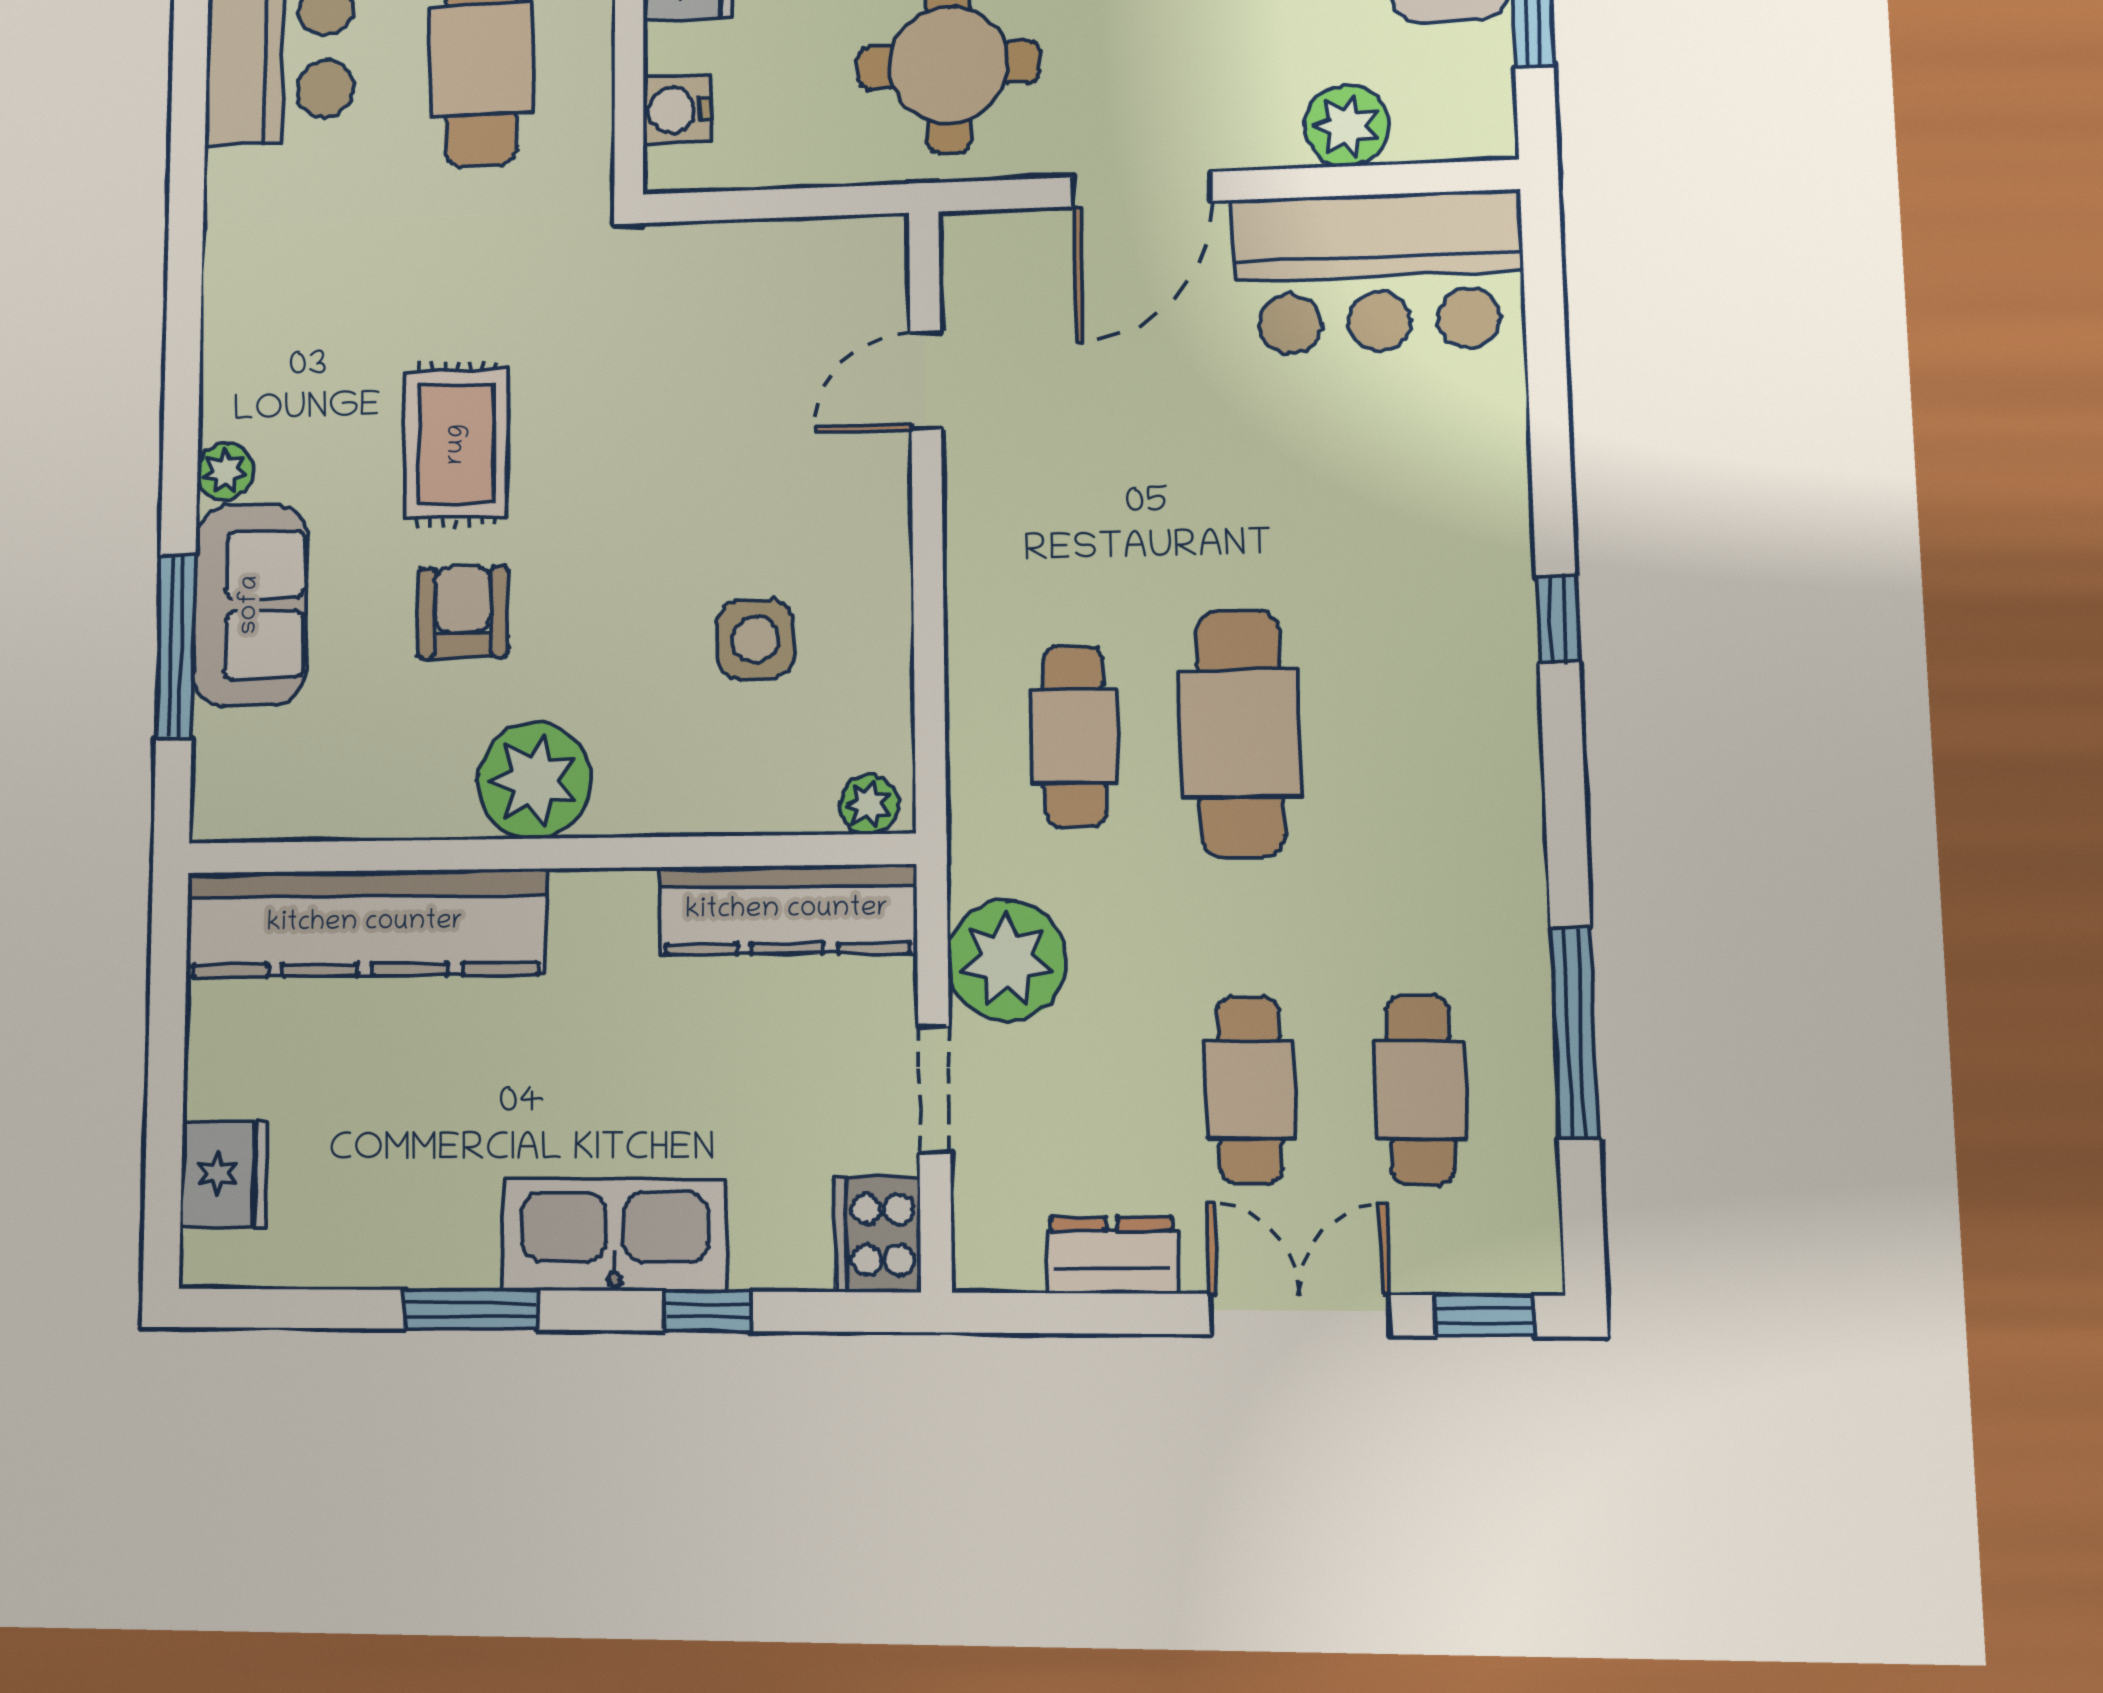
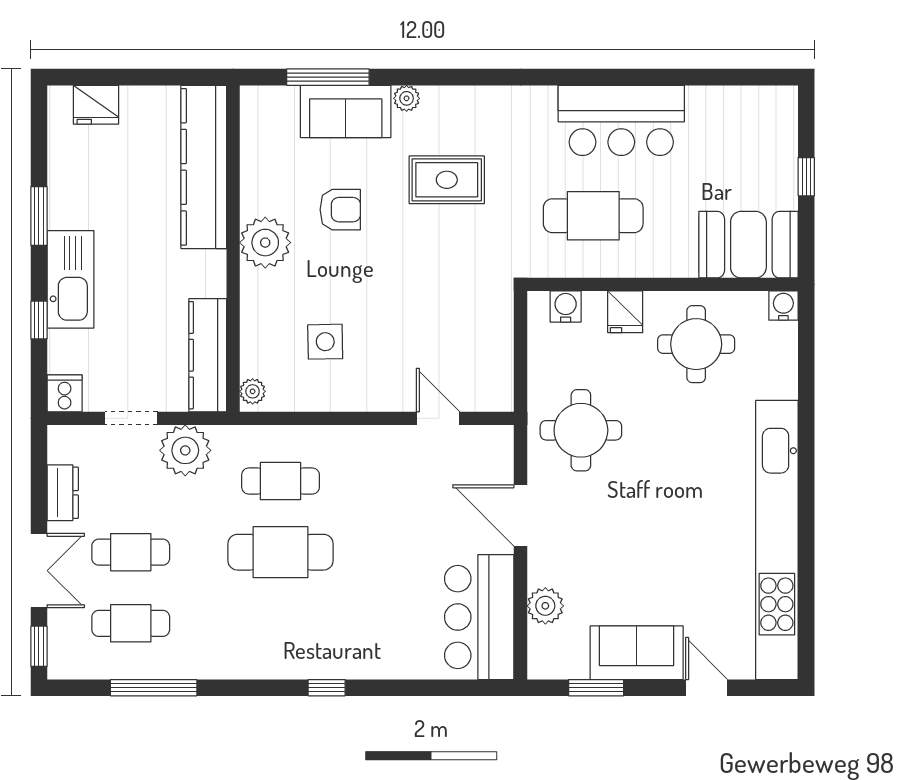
rug: (456, 444) -> (447, 180), moved
cooker: (878, 1235) -> (65, 393), width x0.73

